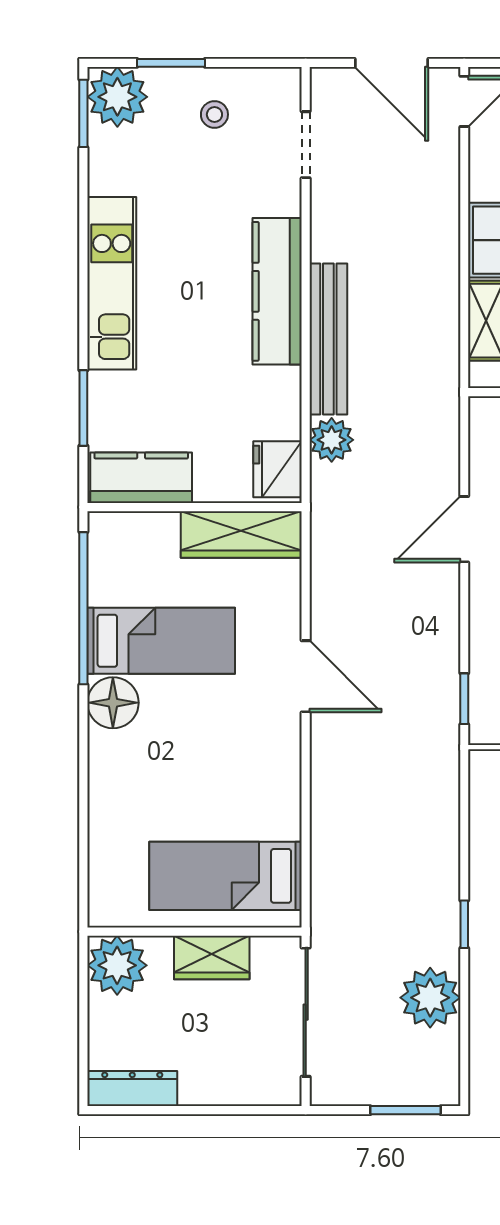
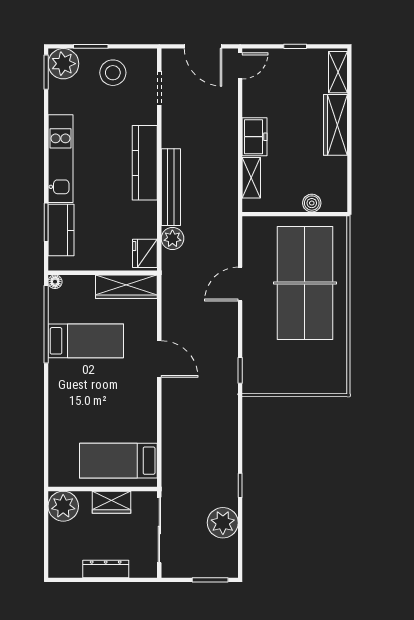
stool: (214, 114) -> (113, 73), width x1.89, depth x1.89
kitchen counter: (141, 478) -> (61, 230), moved, turned 90
floor lamp: (113, 703) -> (55, 282), moved, width x0.53, depth x0.53
dresser: (132, 1089) -> (106, 569), moved

